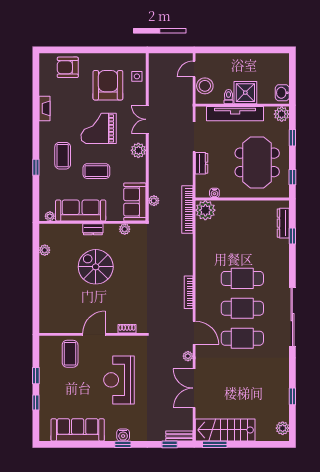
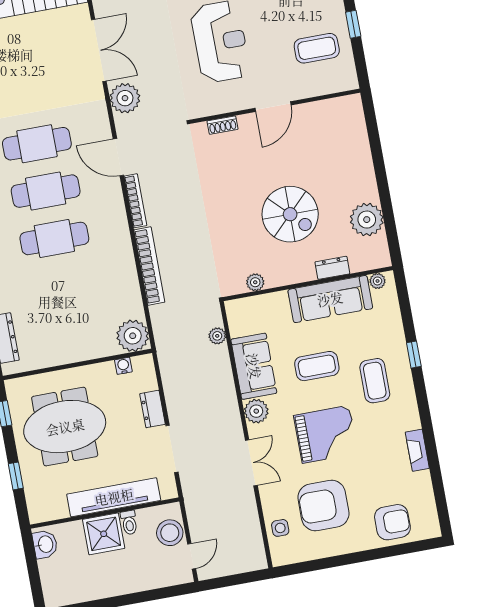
armchair: (108, 85) -> (323, 505), turned 90
plant: (282, 114) -> (40, 510), removed
meeting table: (257, 162) -> (65, 427), turned 90
sofa: (135, 202) -> (254, 366), moved
bookcase: (187, 209) -> (149, 266), moved
dresser: (93, 229) -> (332, 268), moved
plant: (45, 250) -> (367, 220), width x1.88, depth x1.88
door: (194, 333) -> (118, 157), moved
coffee table: (70, 354) -> (317, 48), moved, turned 90
plant: (188, 356) -> (125, 98), width x1.88, depth x1.88

